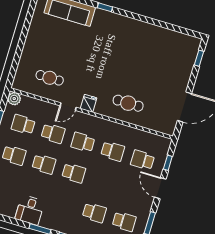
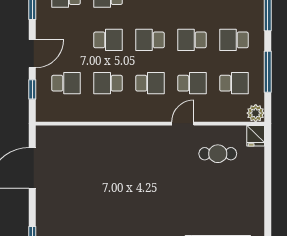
fridge: (89, 103) -> (256, 136), moved
cafe table: (128, 103) -> (107, 151), removed
school desk: (53, 133) -> (192, 83), turned 180
school desk: (104, 182) -> (108, 40), added
door: (160, 188) -> (32, 54), hinge flipped

